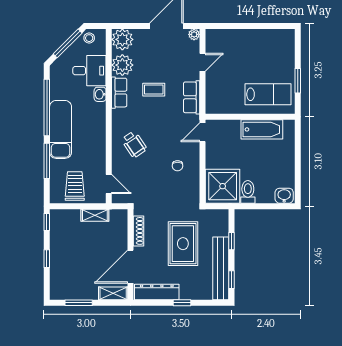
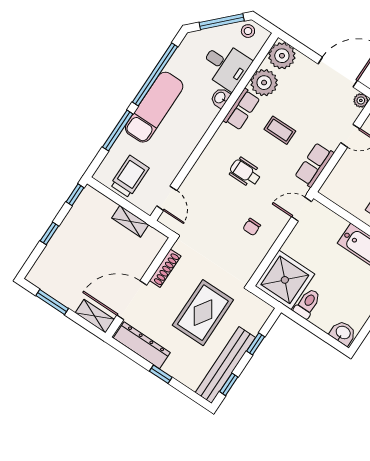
wheelchair: (134, 144) -> (245, 172), moved, turned 124

